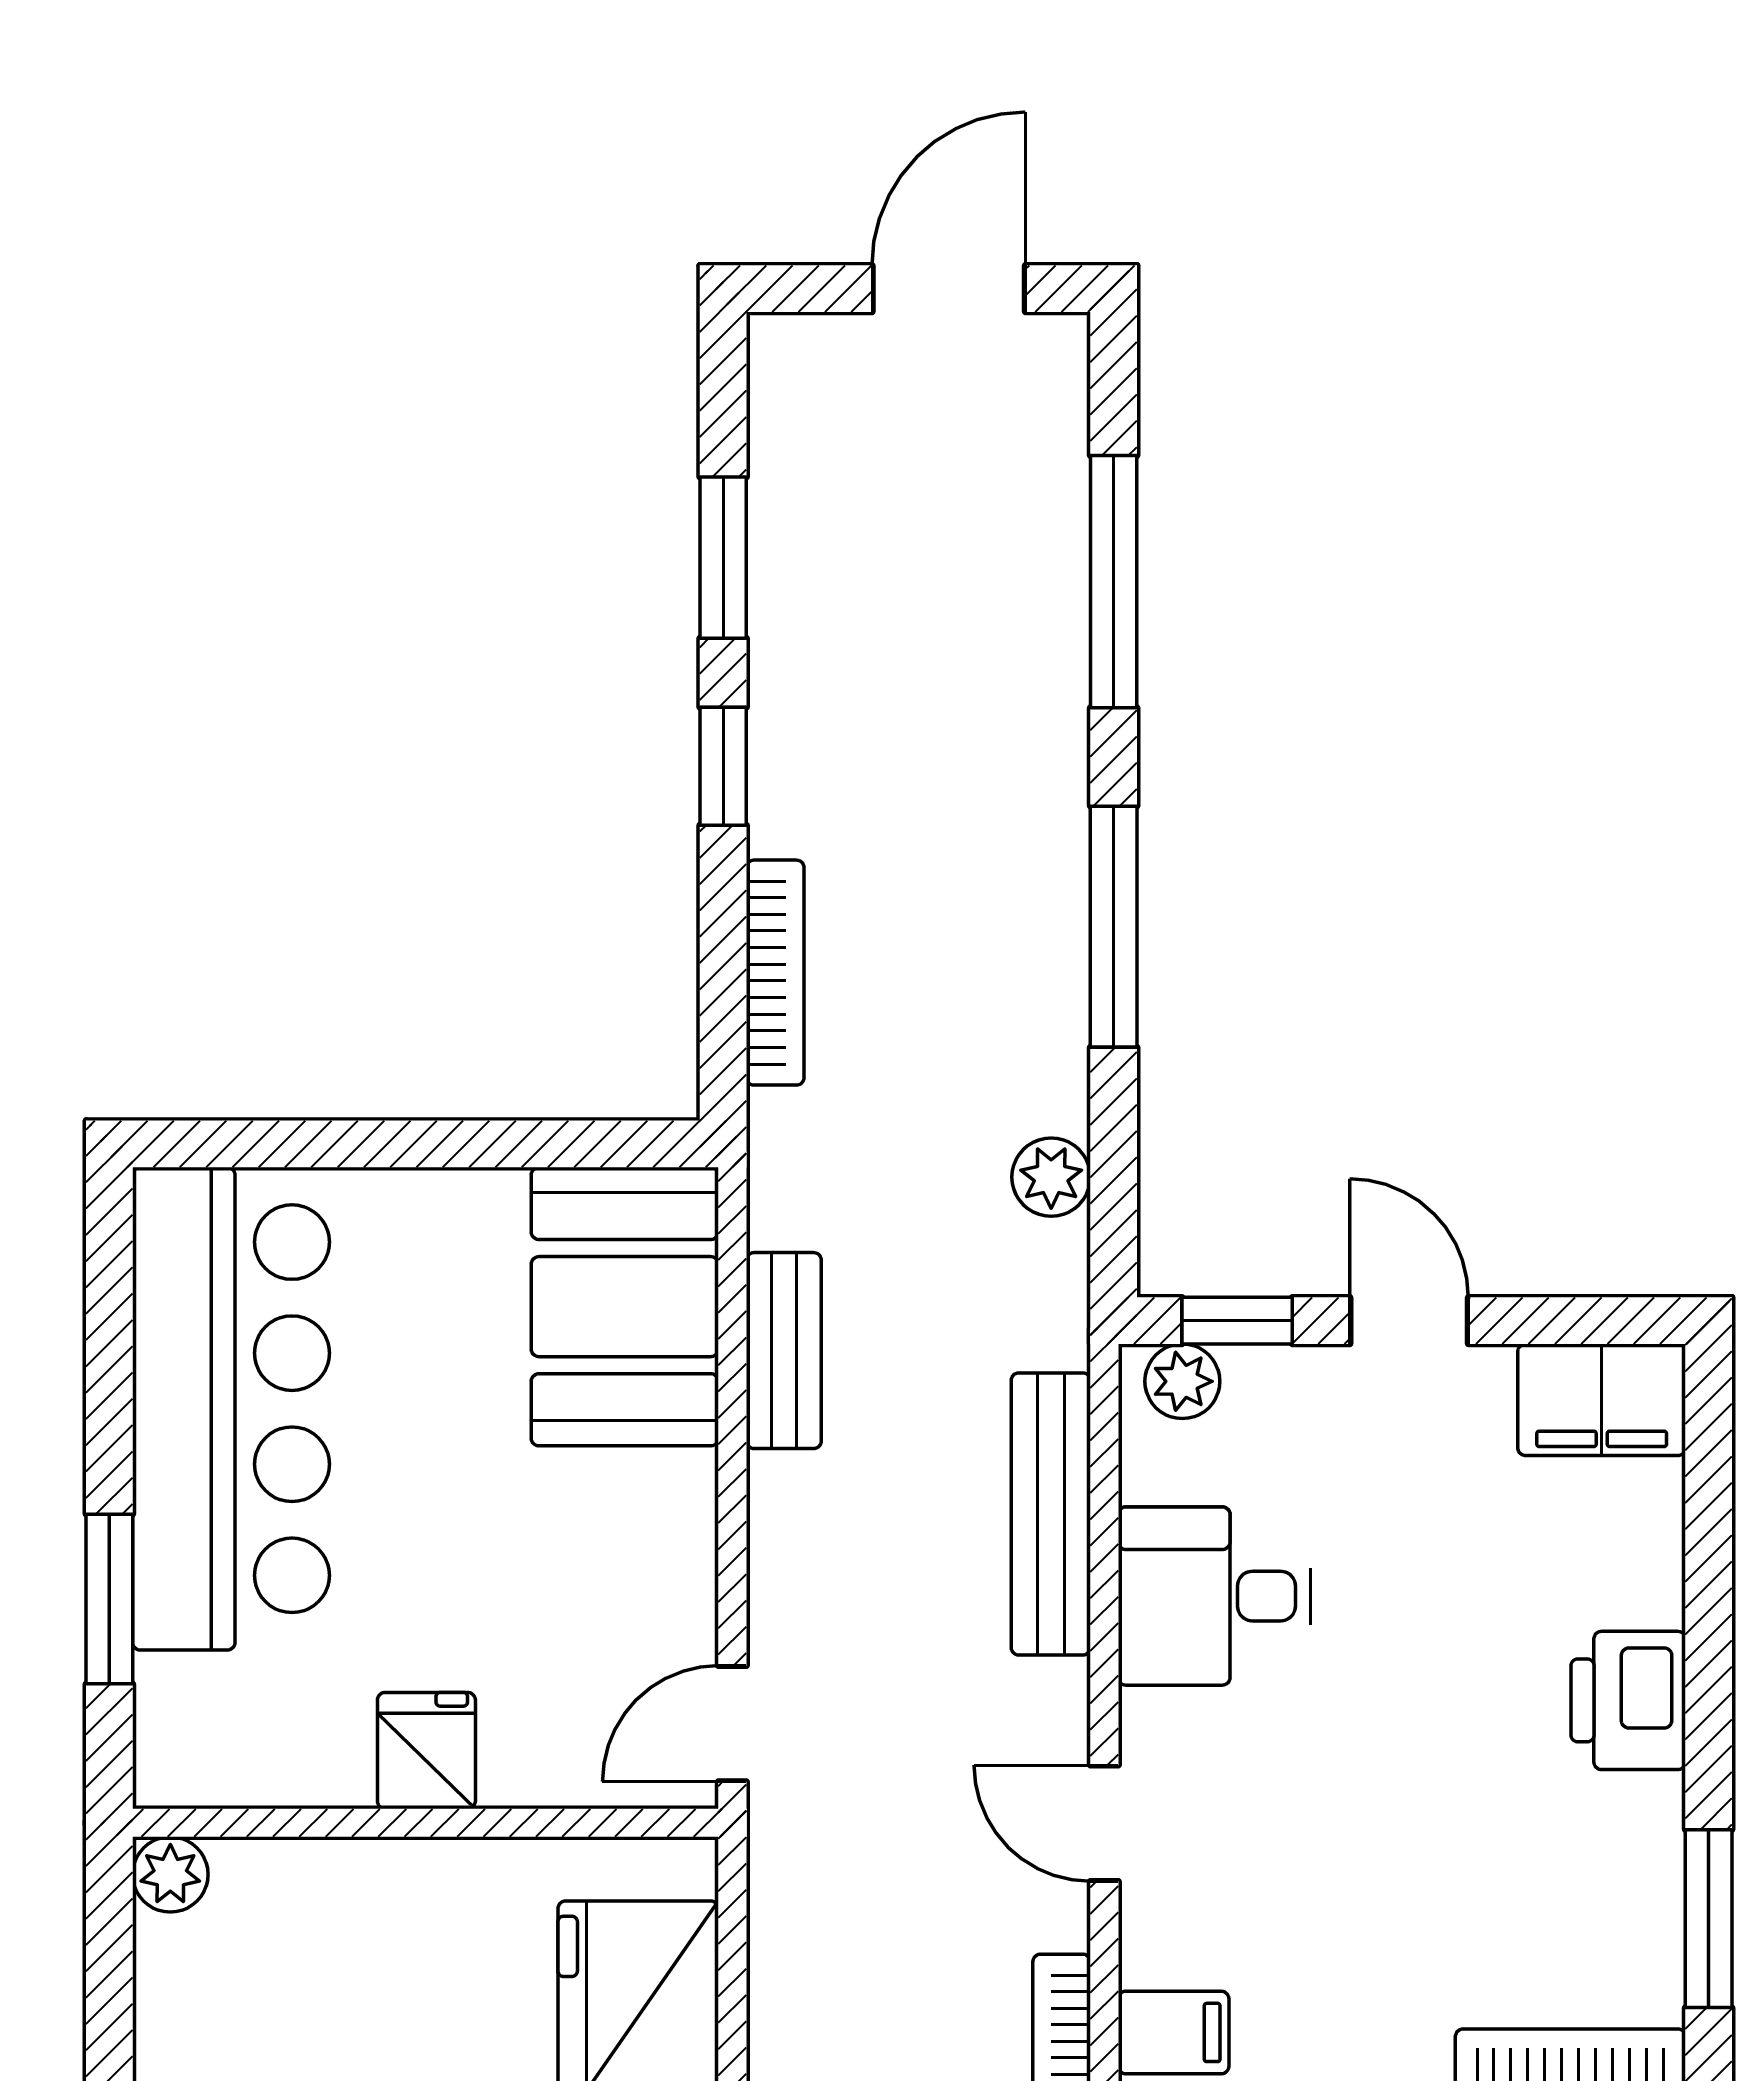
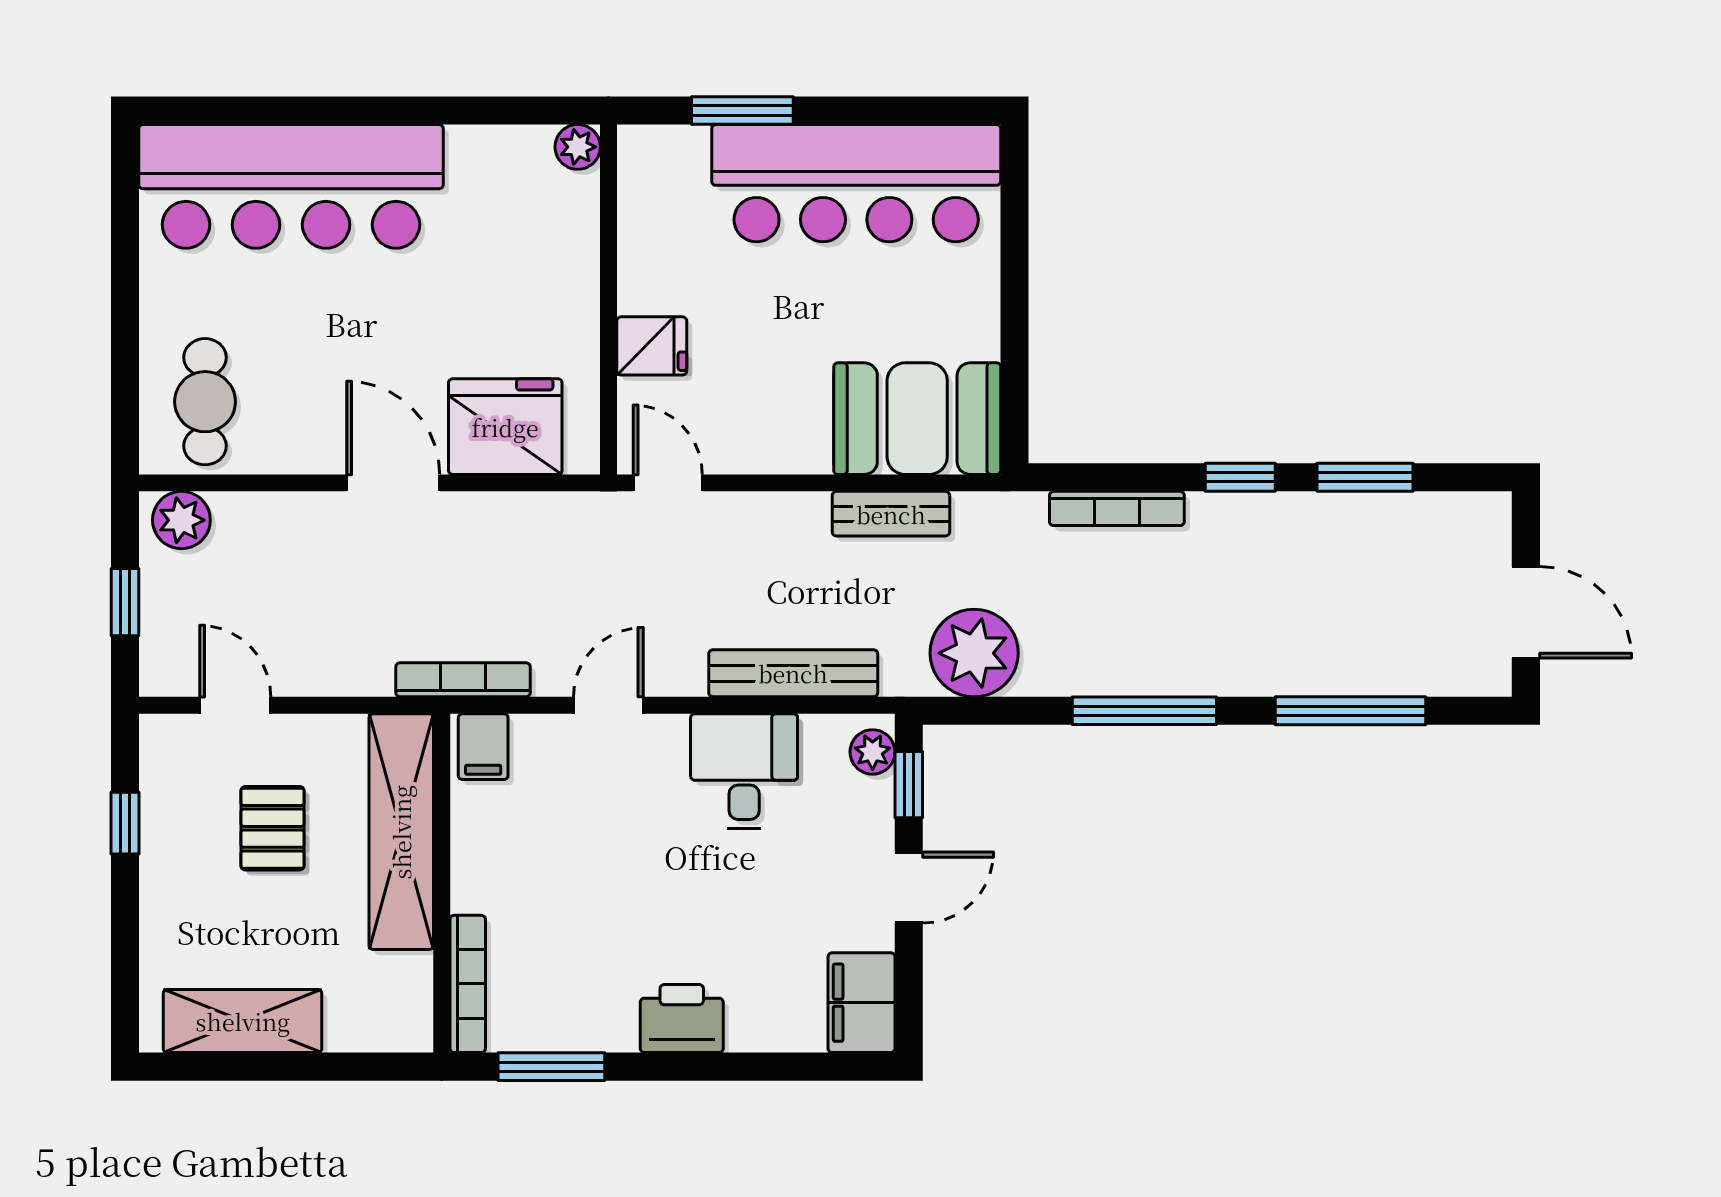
plant: (1051, 1177) -> (974, 653), width x1.87, depth x1.87
fridge: (426, 1751) -> (652, 346), moved

